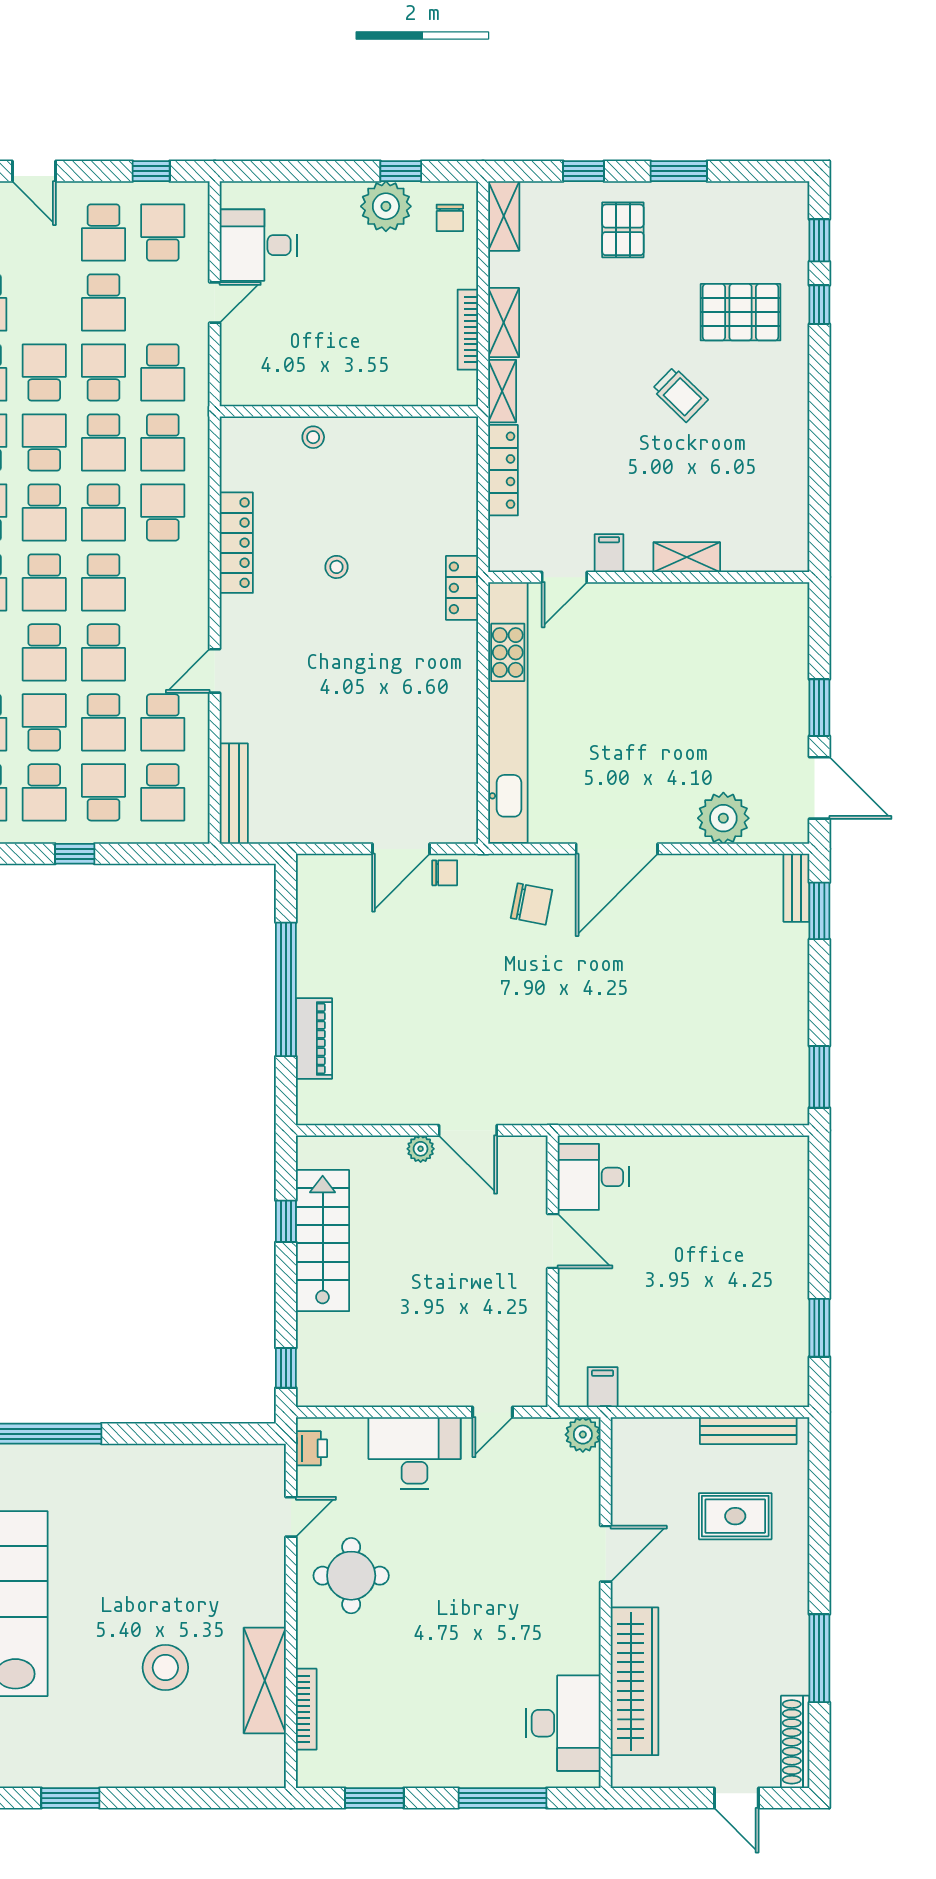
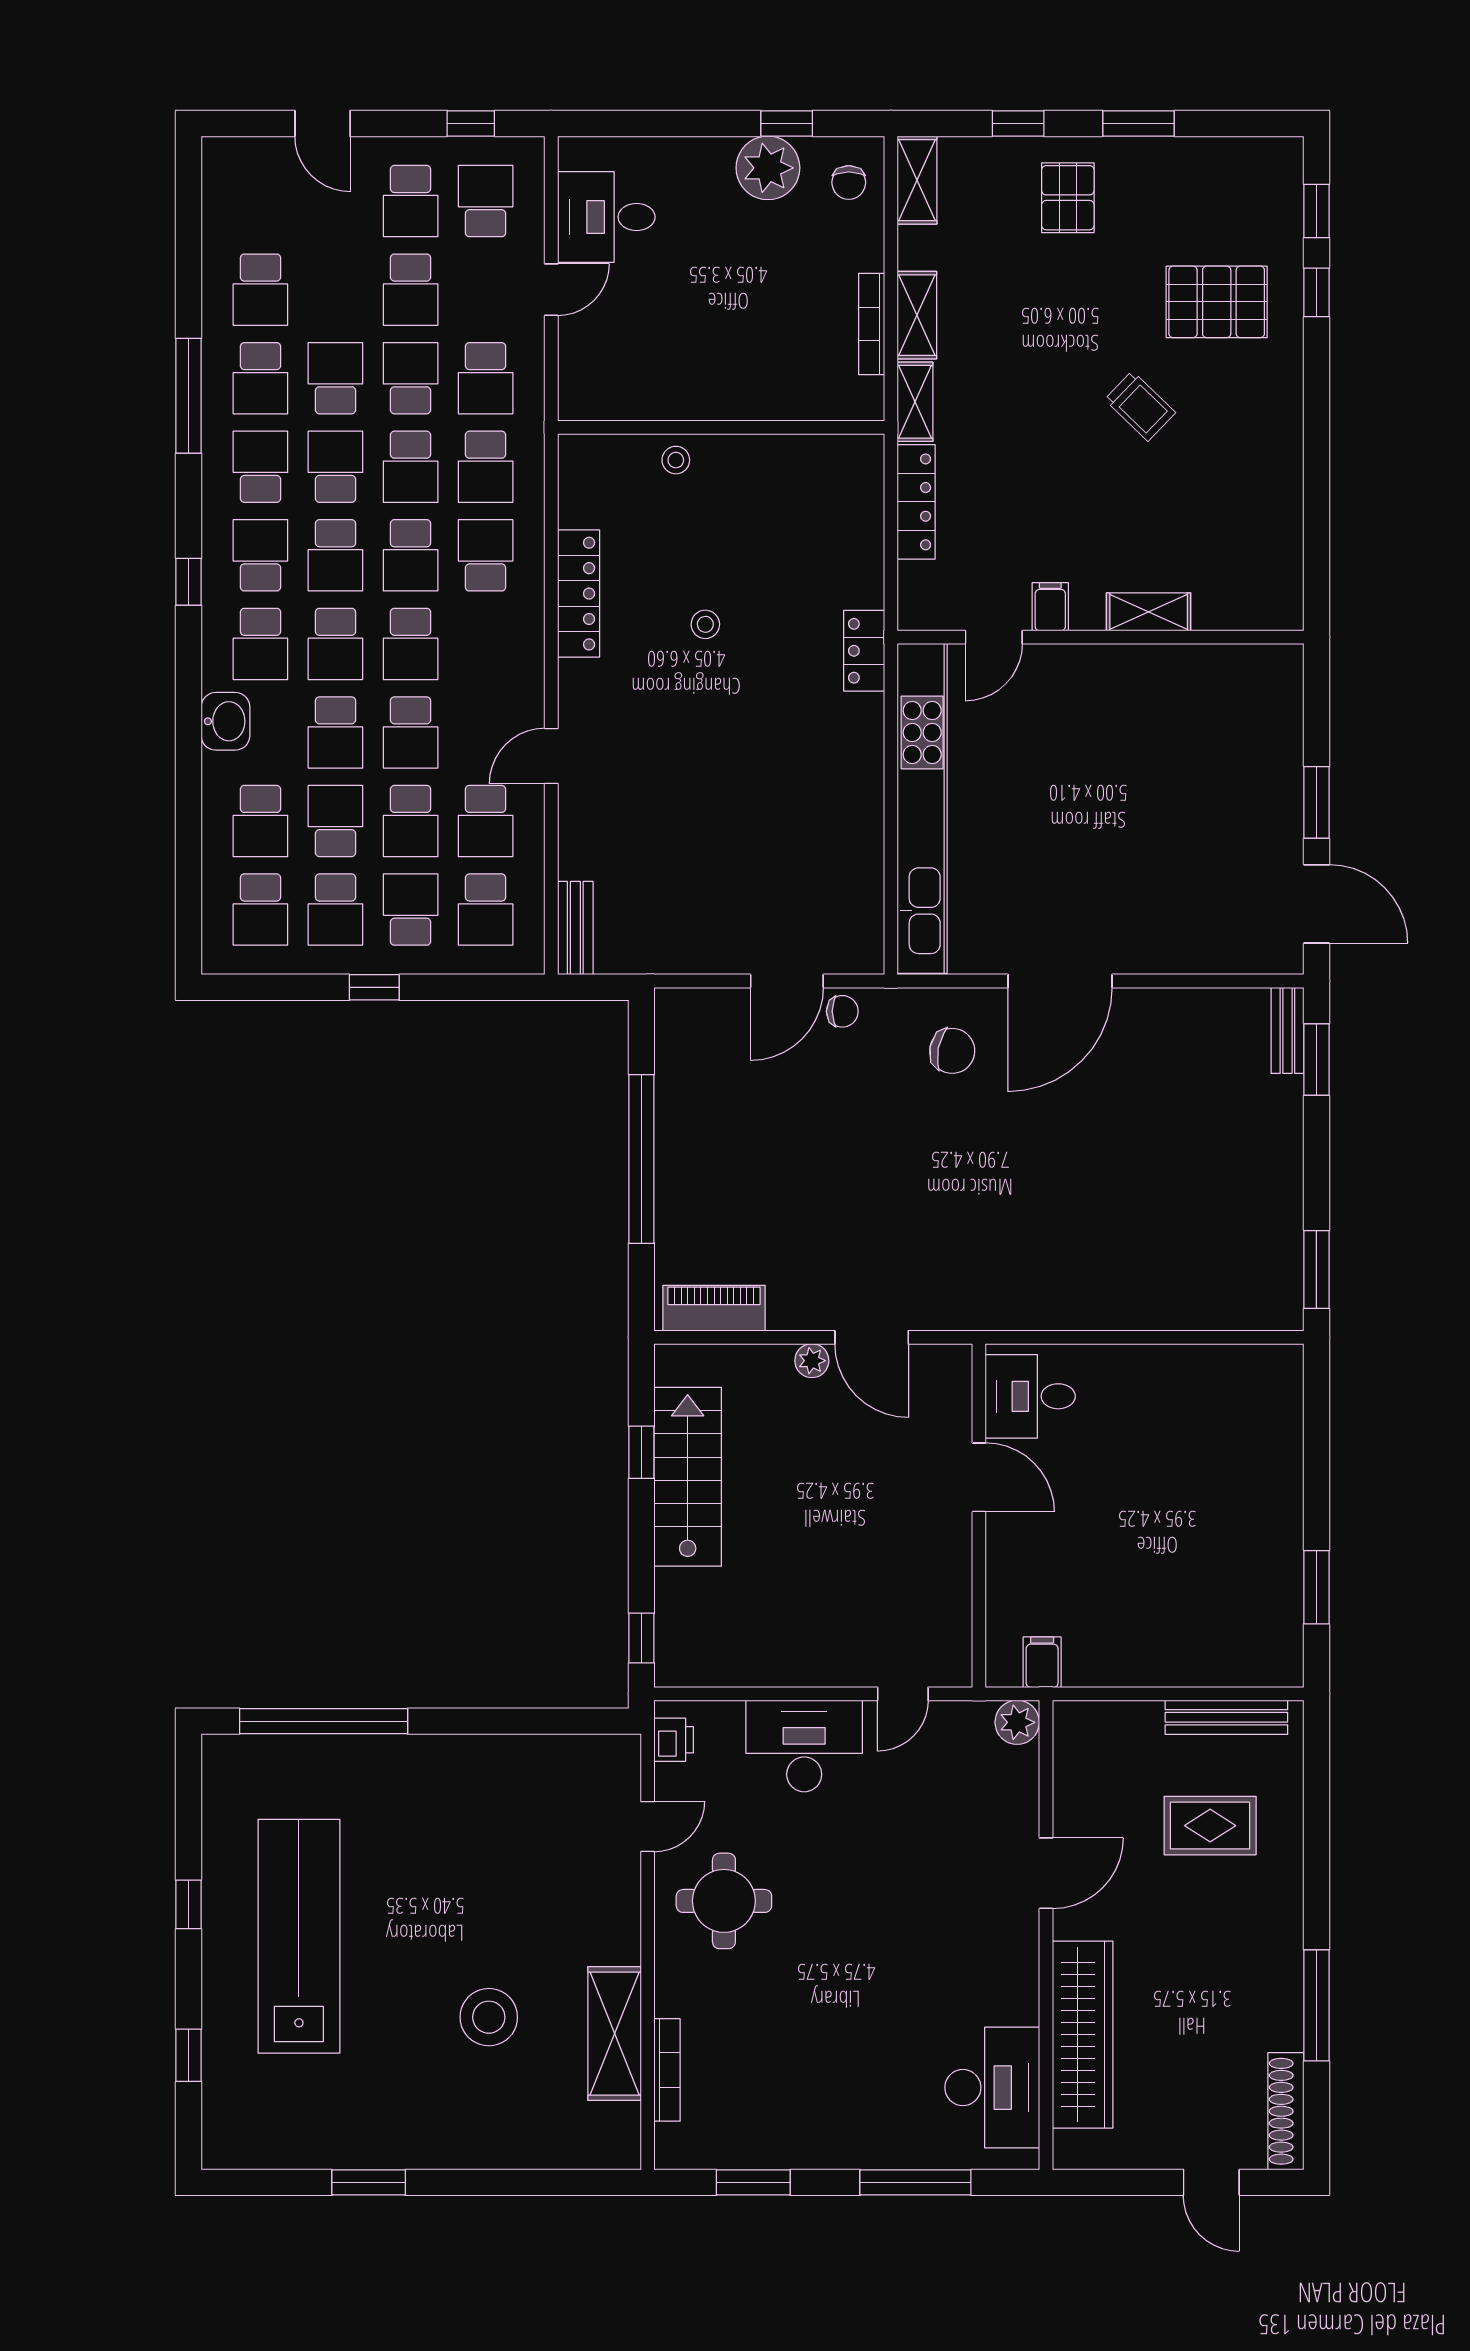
bench: (234, 794) -> (575, 928), width x0.73
plant: (723, 818) -> (1195, 942), removed
piano: (314, 1039) -> (714, 1308), moved, turned -90

